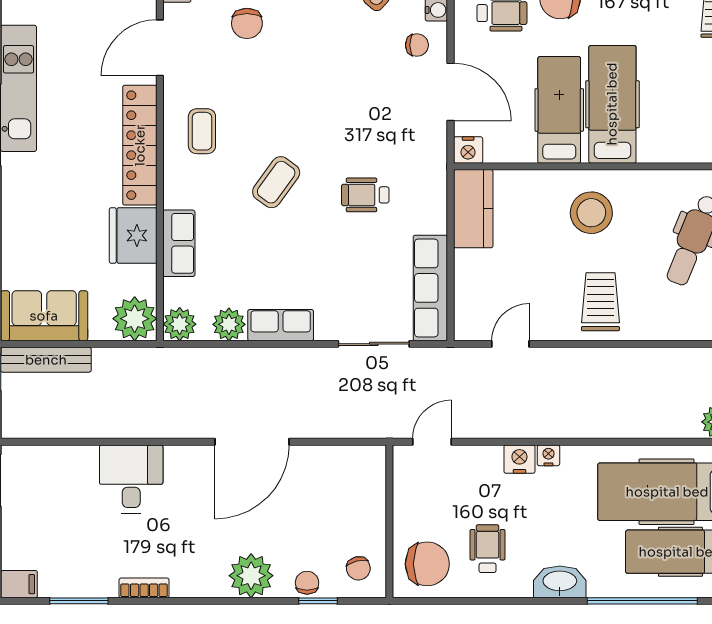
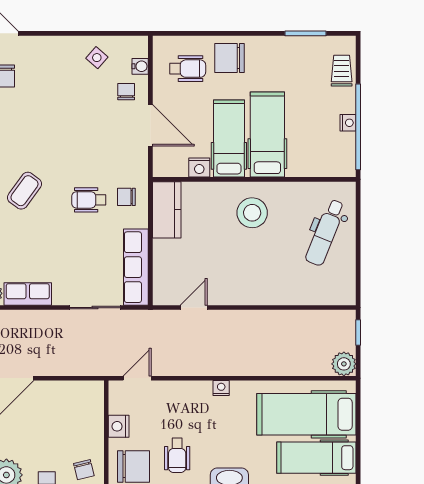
chair: (417, 45) -> (126, 92), turned -90
nightstand: (468, 150) -> (199, 167), moved
chair: (417, 191) -> (126, 197), added
trolley: (600, 302) -> (259, 277), removed
nightstand: (519, 459) -> (119, 426), moved, turned -90
wheelchair: (488, 549) -> (177, 455), turned 180

